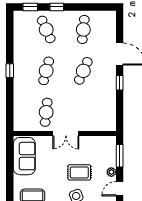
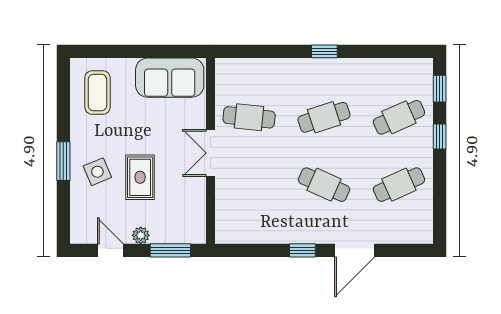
cafe table: (83, 29) -> (399, 185), turned -30
cafe table: (46, 71) -> (324, 117), turned -33

